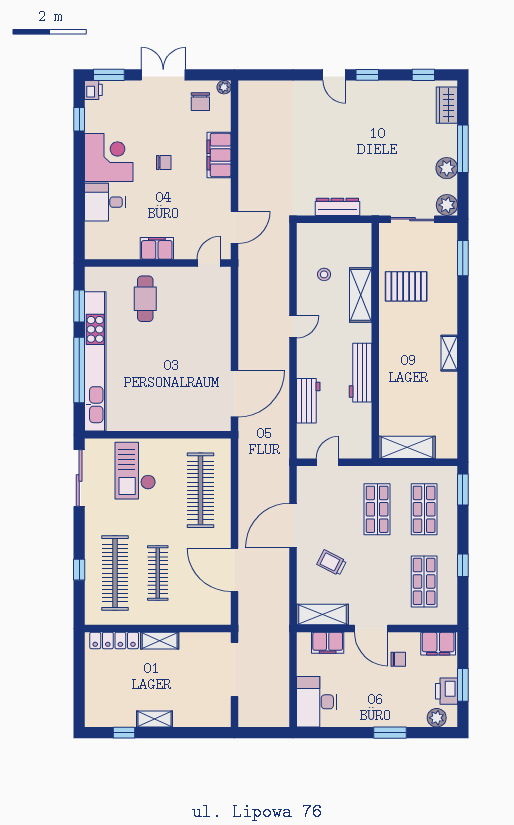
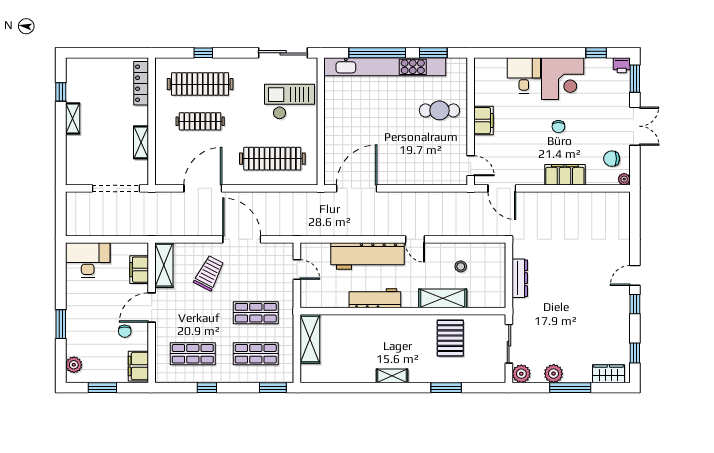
window: (463, 258) -> (446, 388), moved
door: (235, 394) -> (357, 188), swing flipped
workbench: (308, 401) -> (367, 256), width x1.88, depth x1.32
trolley: (332, 563) -> (209, 273), width x1.36, depth x1.39
shelving: (160, 641) -> (141, 142), moved
printer: (447, 691) -> (97, 373), removed

